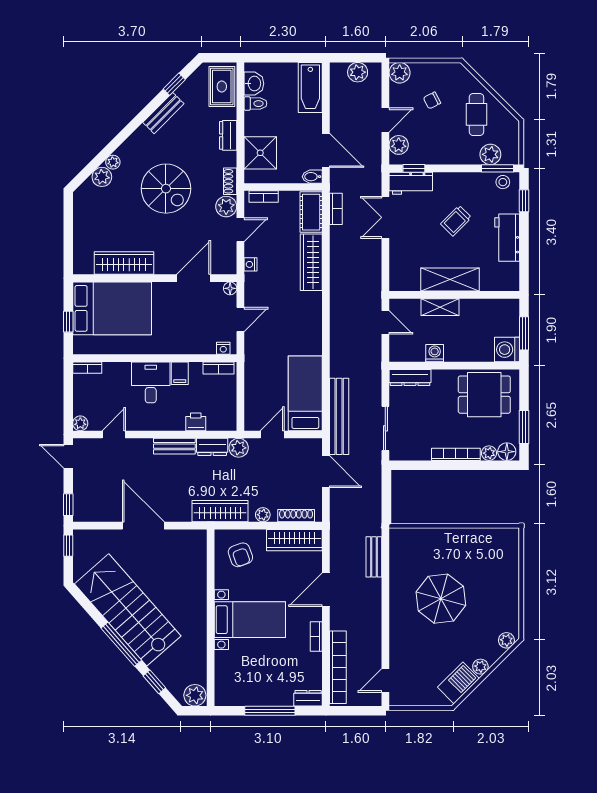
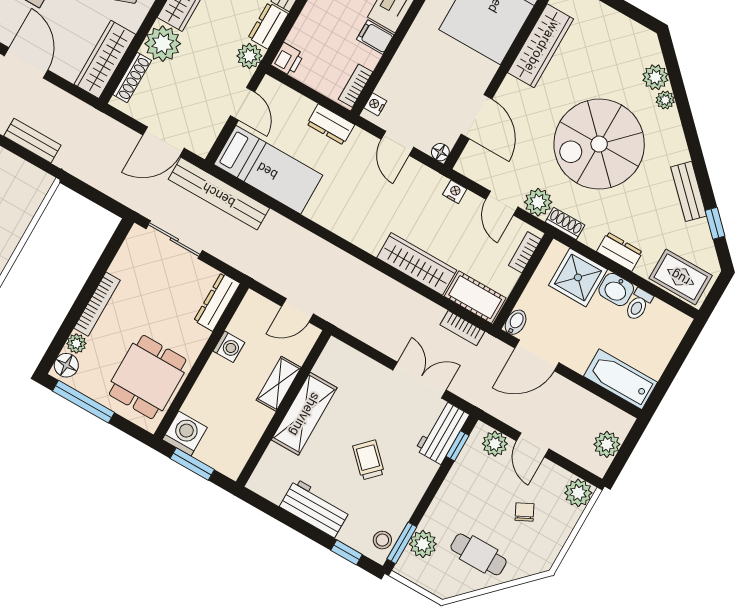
washbasin: (254, 84) -> (616, 290), moved
spiral stairs: (166, 189) -> (599, 144), width x1.37, depth x1.37
dresser: (253, 370) -> (331, 125), added
printer: (196, 422) -> (288, 59), moved
window: (524, 427) -> (83, 402), width x1.44
plant: (263, 515) -> (163, 44), width x1.88, depth x1.88

